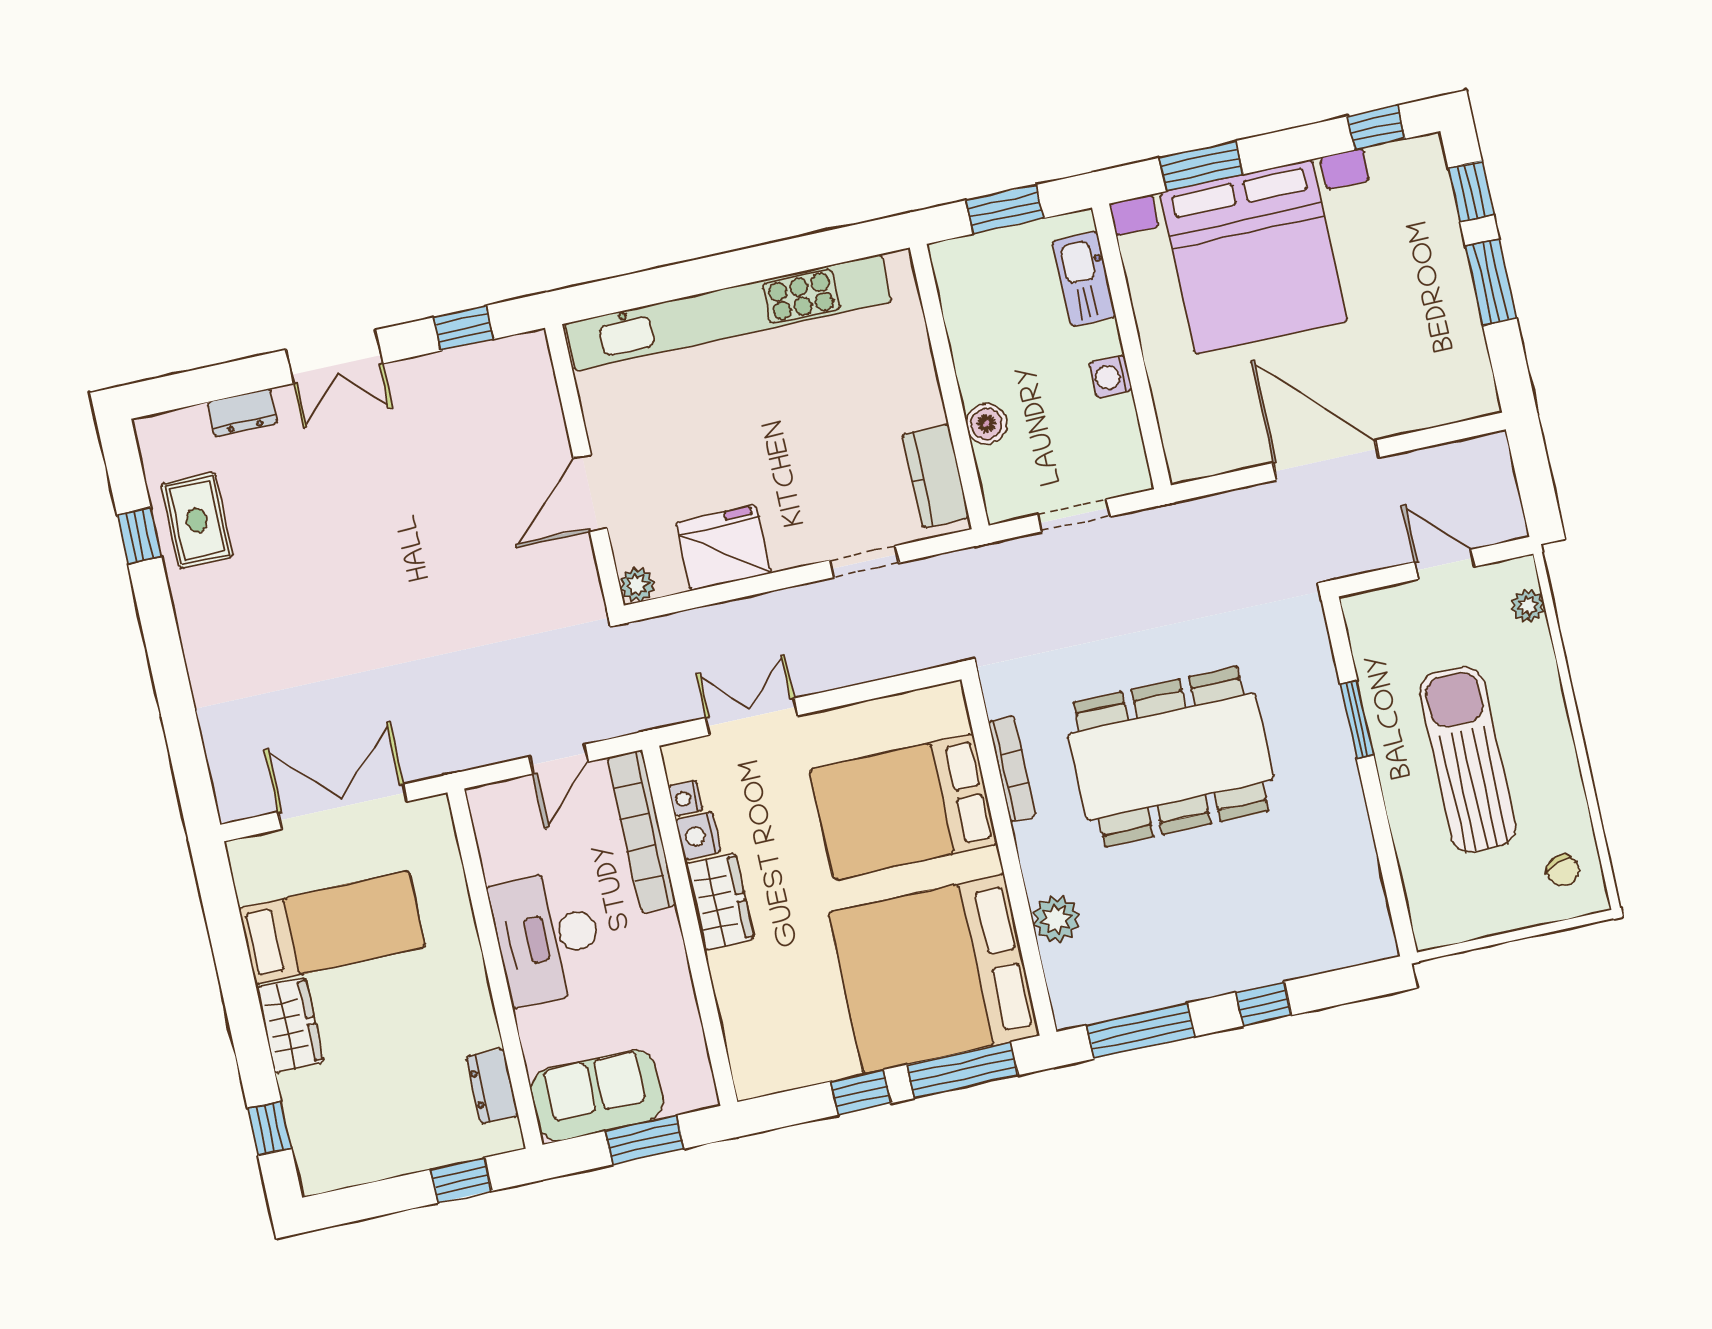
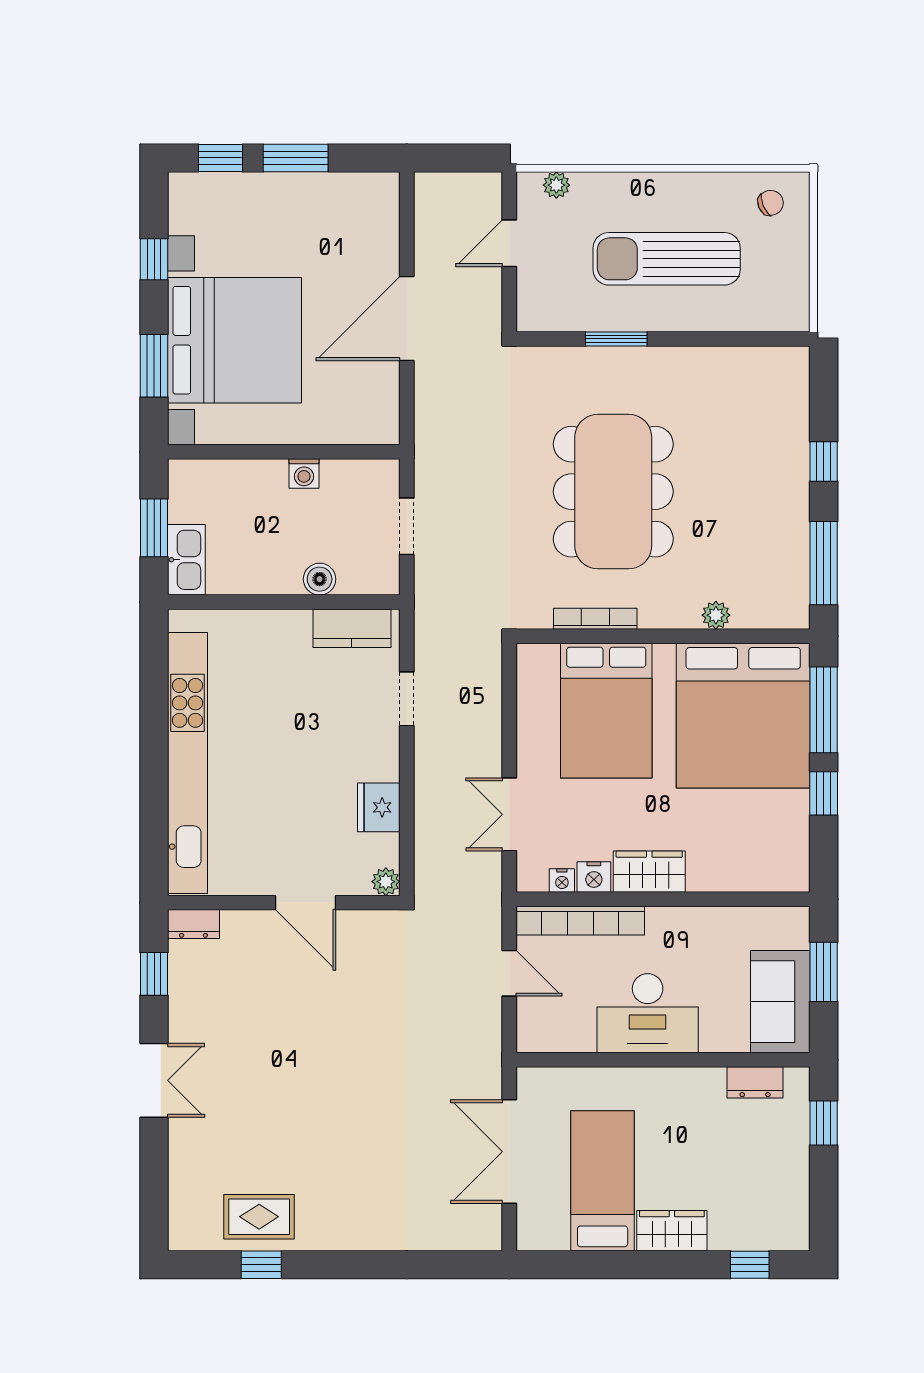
window: (1376, 128) -> (154, 259), moved
kitchen sink: (1084, 279) -> (186, 560), moved, turned -90
dresser: (242, 413) -> (193, 924), moved, turned 90
fridge: (724, 548) -> (379, 807), width x0.73, depth x0.75
plant: (1056, 919) -> (716, 615), width x0.73, depth x0.73

